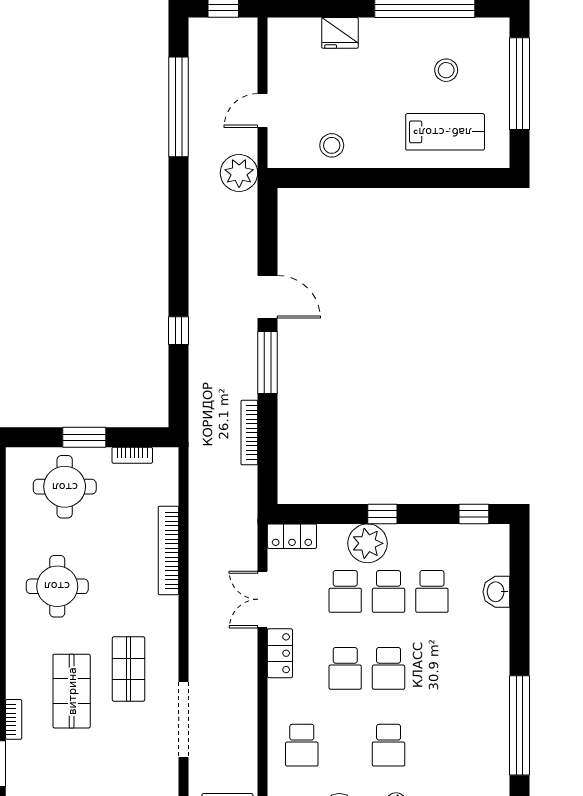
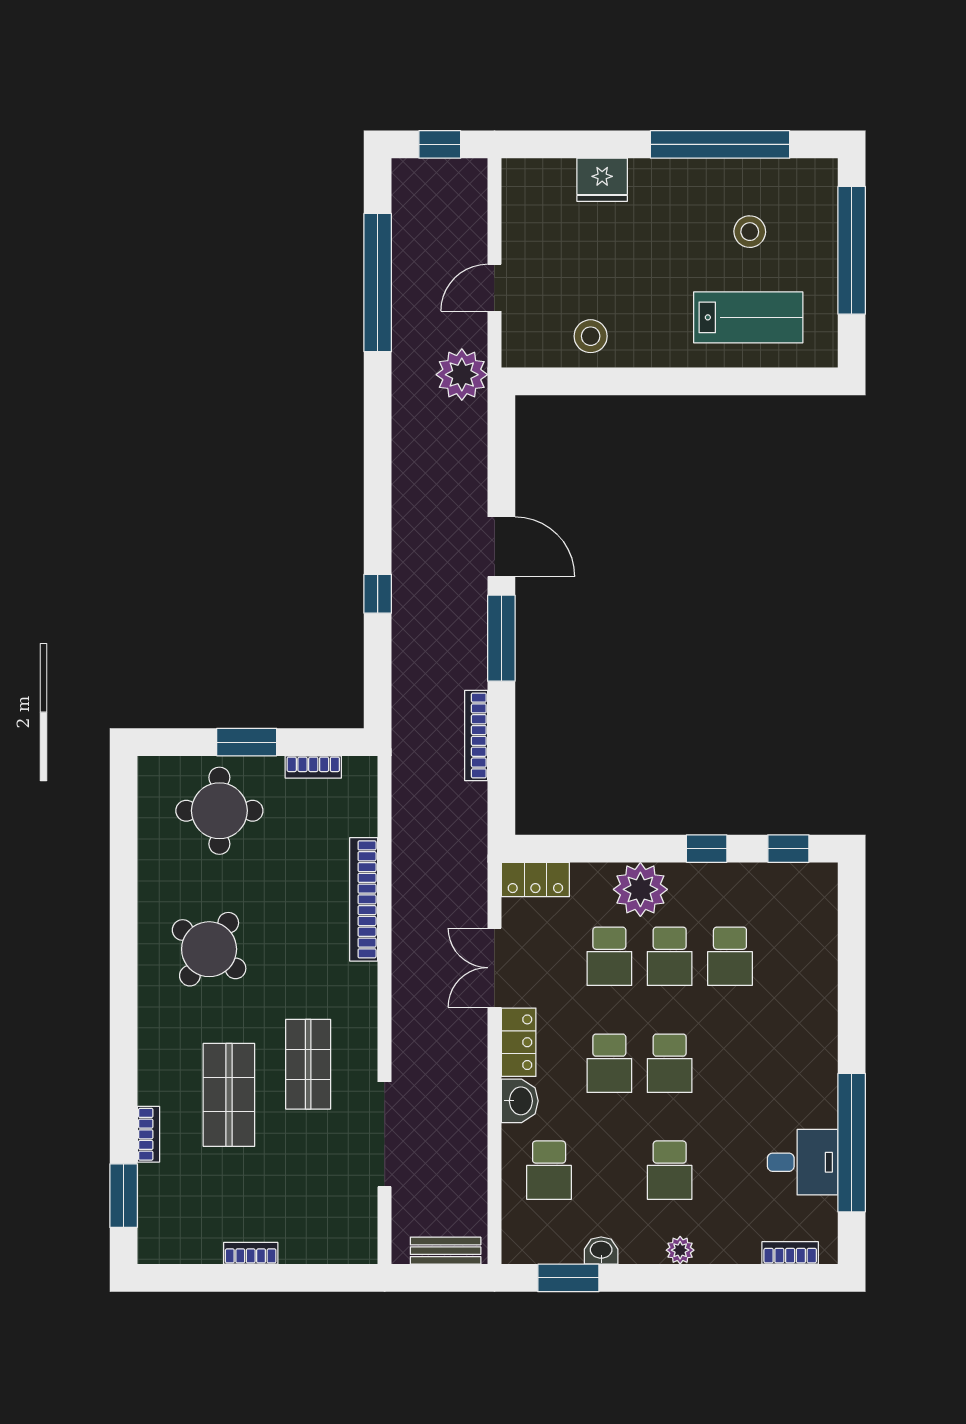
window: (382, 514) -> (707, 849), moved
round table: (57, 586) -> (209, 949), turned 36
washbasin: (496, 592) -> (520, 1101), moved, turned 180
desk: (484, 740) -> (803, 1162), added

